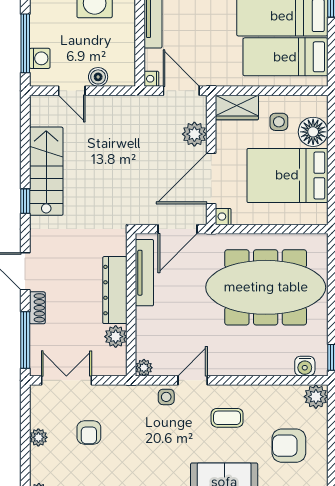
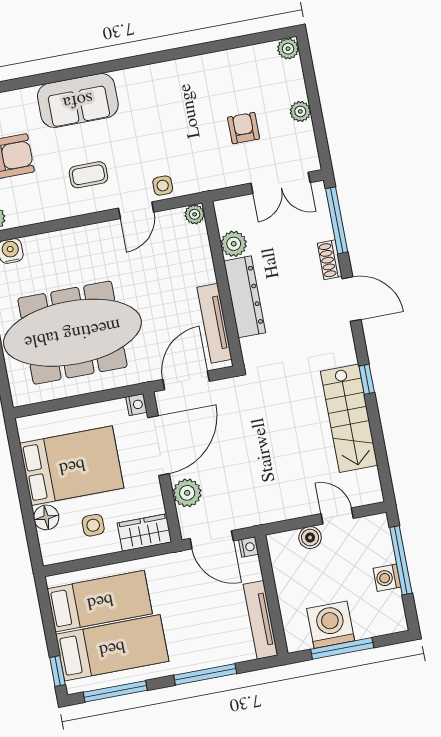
washing machine: (40, 58) -> (387, 578), moved
floor lamp: (313, 132) -> (46, 517), width x0.73, depth x0.73

